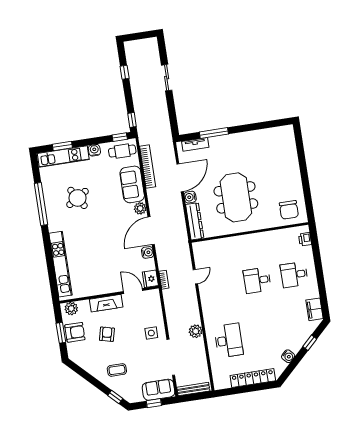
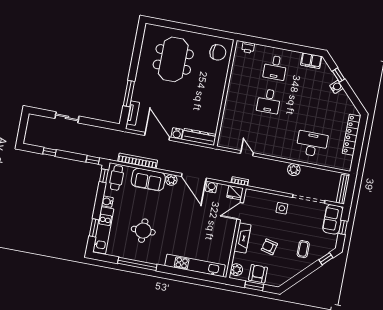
meeting table: (236, 197) -> (173, 59), moved, turned 90
round table: (77, 198) -> (143, 231), turned 32
water cooler: (288, 356) -> (336, 87), moved

